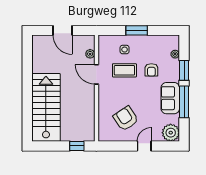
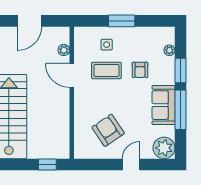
door: (63, 30) -> (30, 21), hinge flipped

